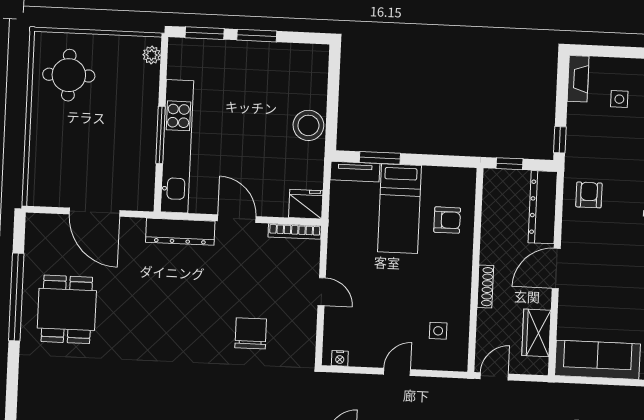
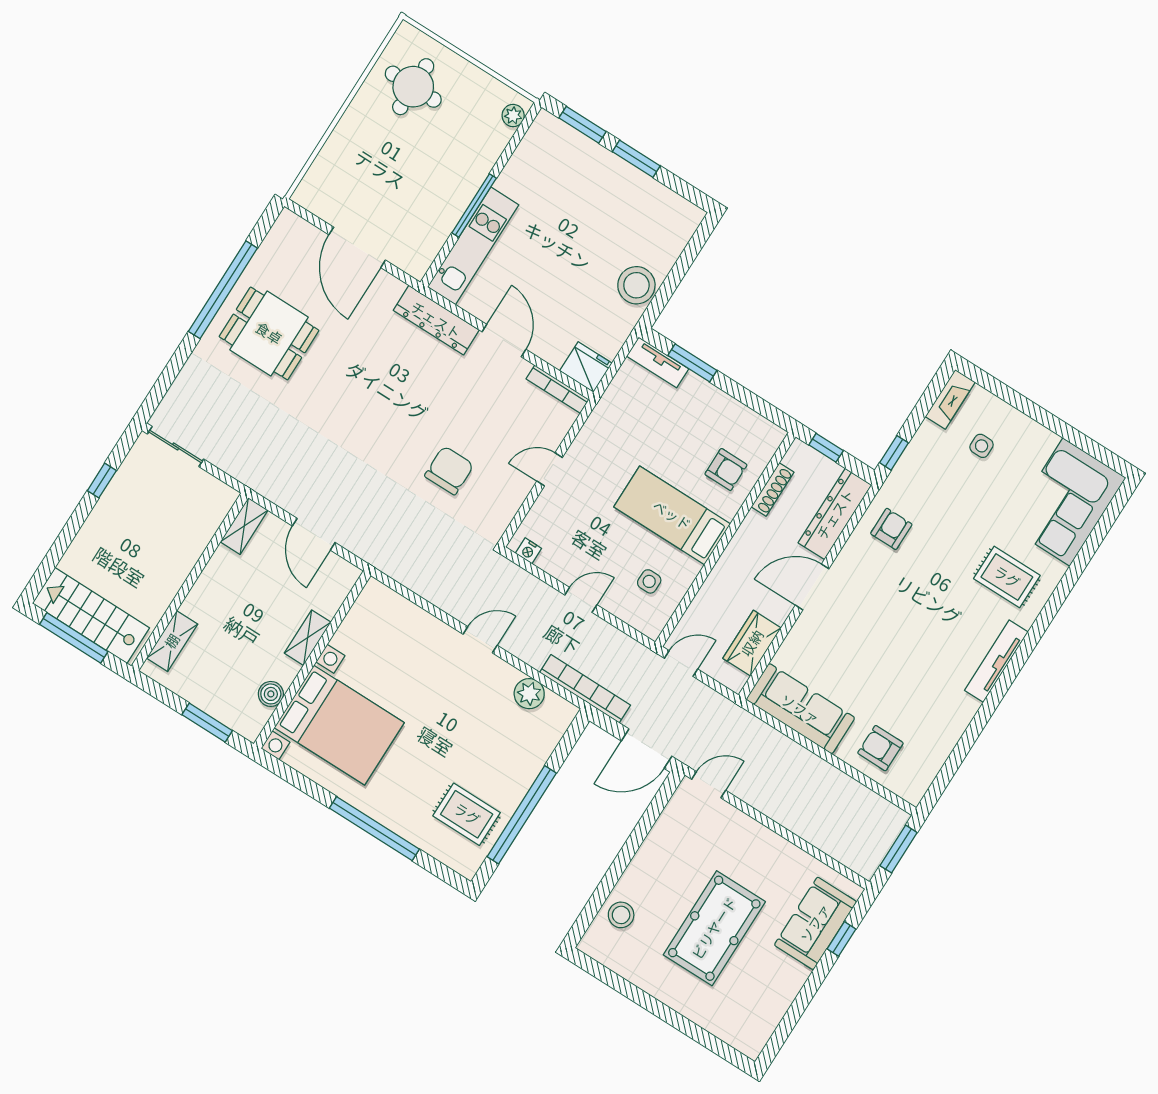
kitchen unit: (177, 146) -> (473, 246), width x0.73
bed: (399, 209) -> (672, 515), moved, turned 90
shoe rack: (485, 287) -> (773, 489), moved
door: (322, 292) -> (550, 469), swing flipped
dining table: (67, 309) -> (269, 333), turned 90

